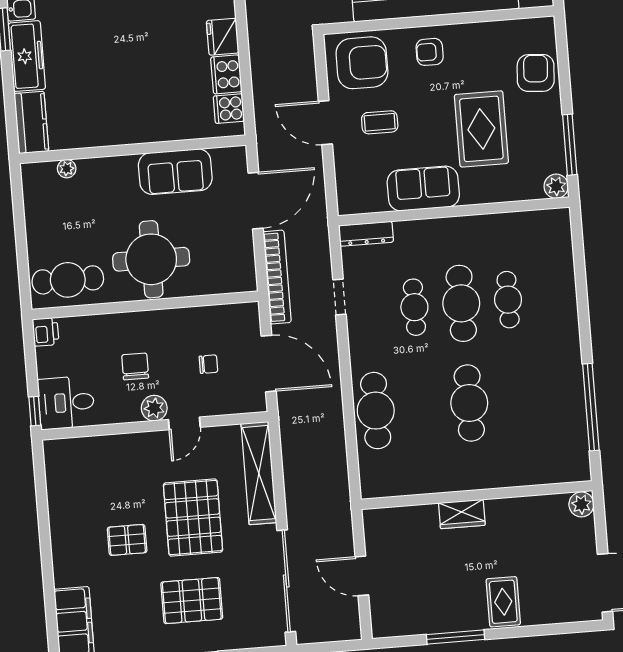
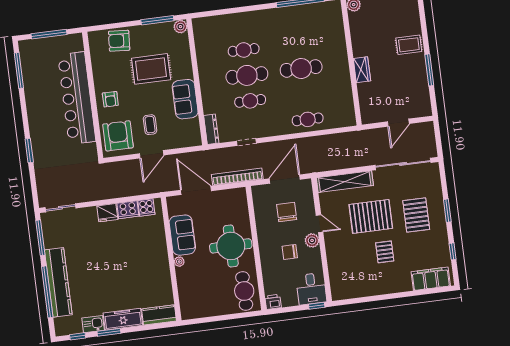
plant: (67, 169) -> (179, 262), moved
chair: (208, 364) -> (287, 212), width x1.87, depth x1.87
cafe table: (376, 411) -> (308, 119), width x0.73, depth x0.74

